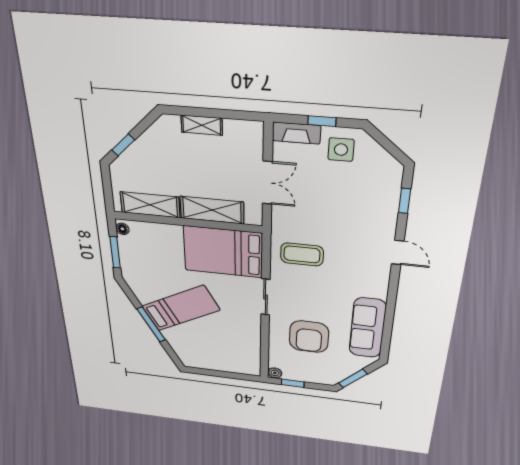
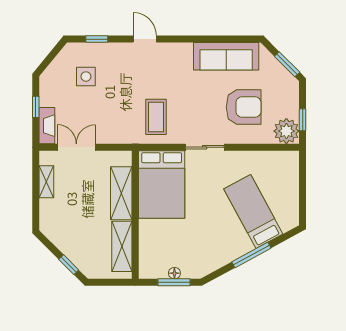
shelving: (202, 125) -> (46, 182), moved
side table: (341, 150) -> (86, 77), moved
double door: (267, 183) -> (76, 147), moved
floor lamp: (122, 229) -> (174, 273), moved
door: (398, 253) -> (145, 39), hinge flipped
bed: (181, 308) -> (253, 211), moved
plant: (275, 373) -> (286, 131), width x1.88, depth x1.88

